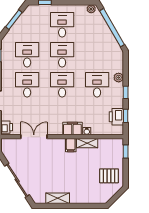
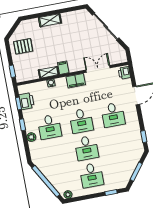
desk: (27, 55) -> (118, 142), removed
filing cabinet: (72, 129) -> (76, 81), moved
double door: (34, 137) -> (98, 69), swing flipped
shelving: (58, 198) -> (50, 20), moved

